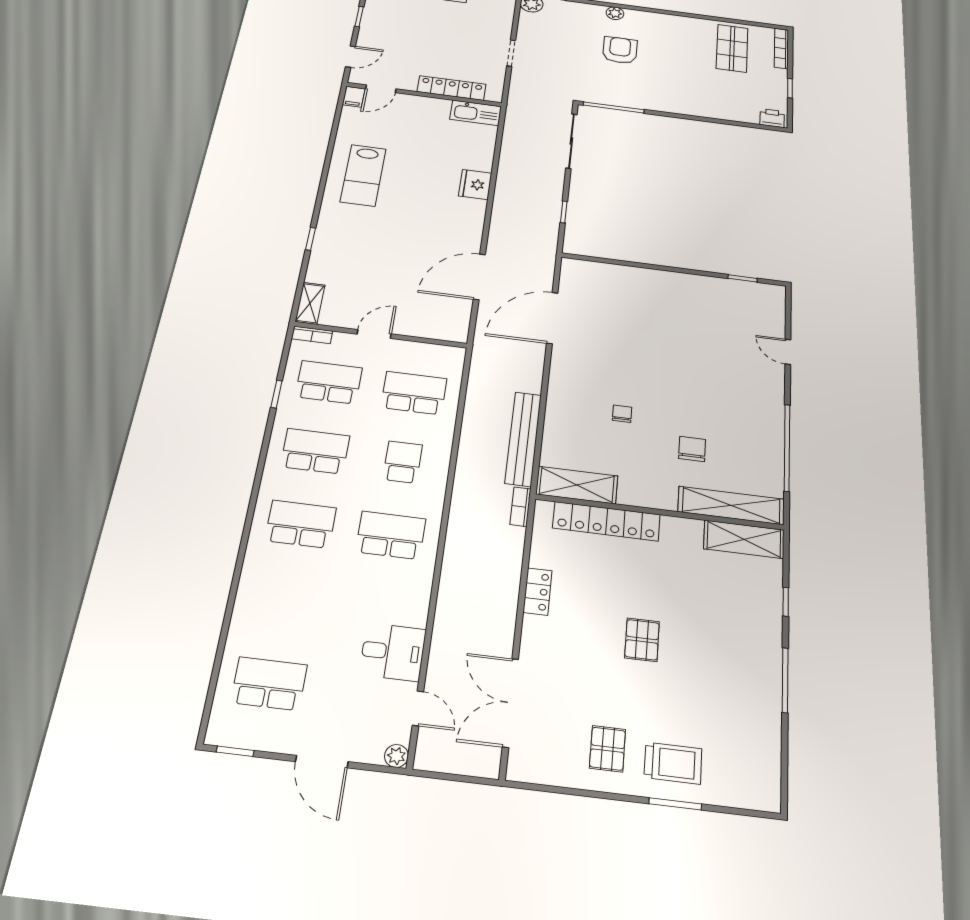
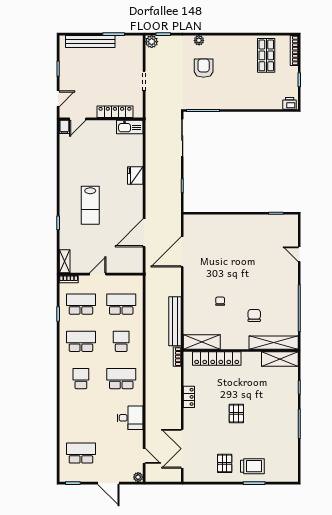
lab bench: (363, 175) -> (90, 205), moved
school desk: (301, 524) -> (81, 379), width x0.54
desk: (393, 652) -> (130, 418), moved

